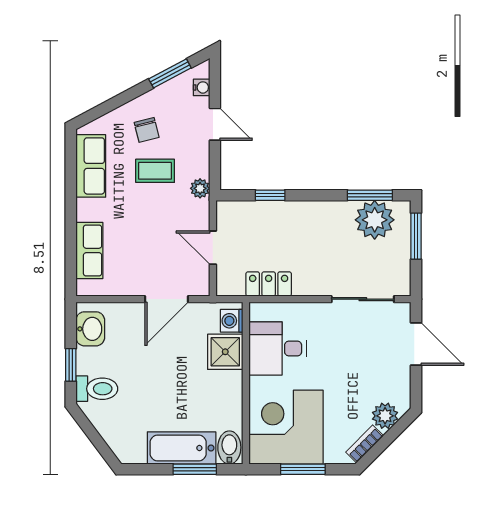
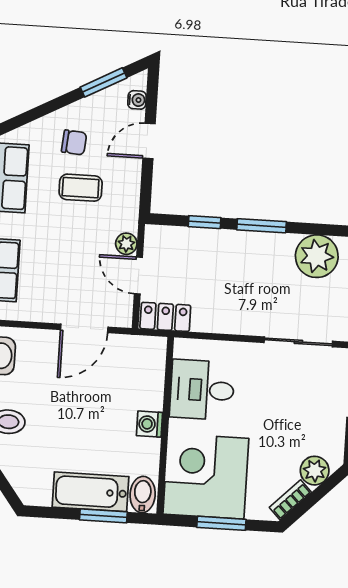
door: (215, 124) -> (149, 141), swing flipped
chair: (147, 130) -> (74, 142), turned -71
plant: (200, 188) -> (126, 244), moved
window: (370, 195) -> (262, 226), moved
locker: (269, 284) -> (165, 317), moved
washing machine: (232, 321) -> (150, 424), moved
shower: (225, 352) -> (145, 390), removed

